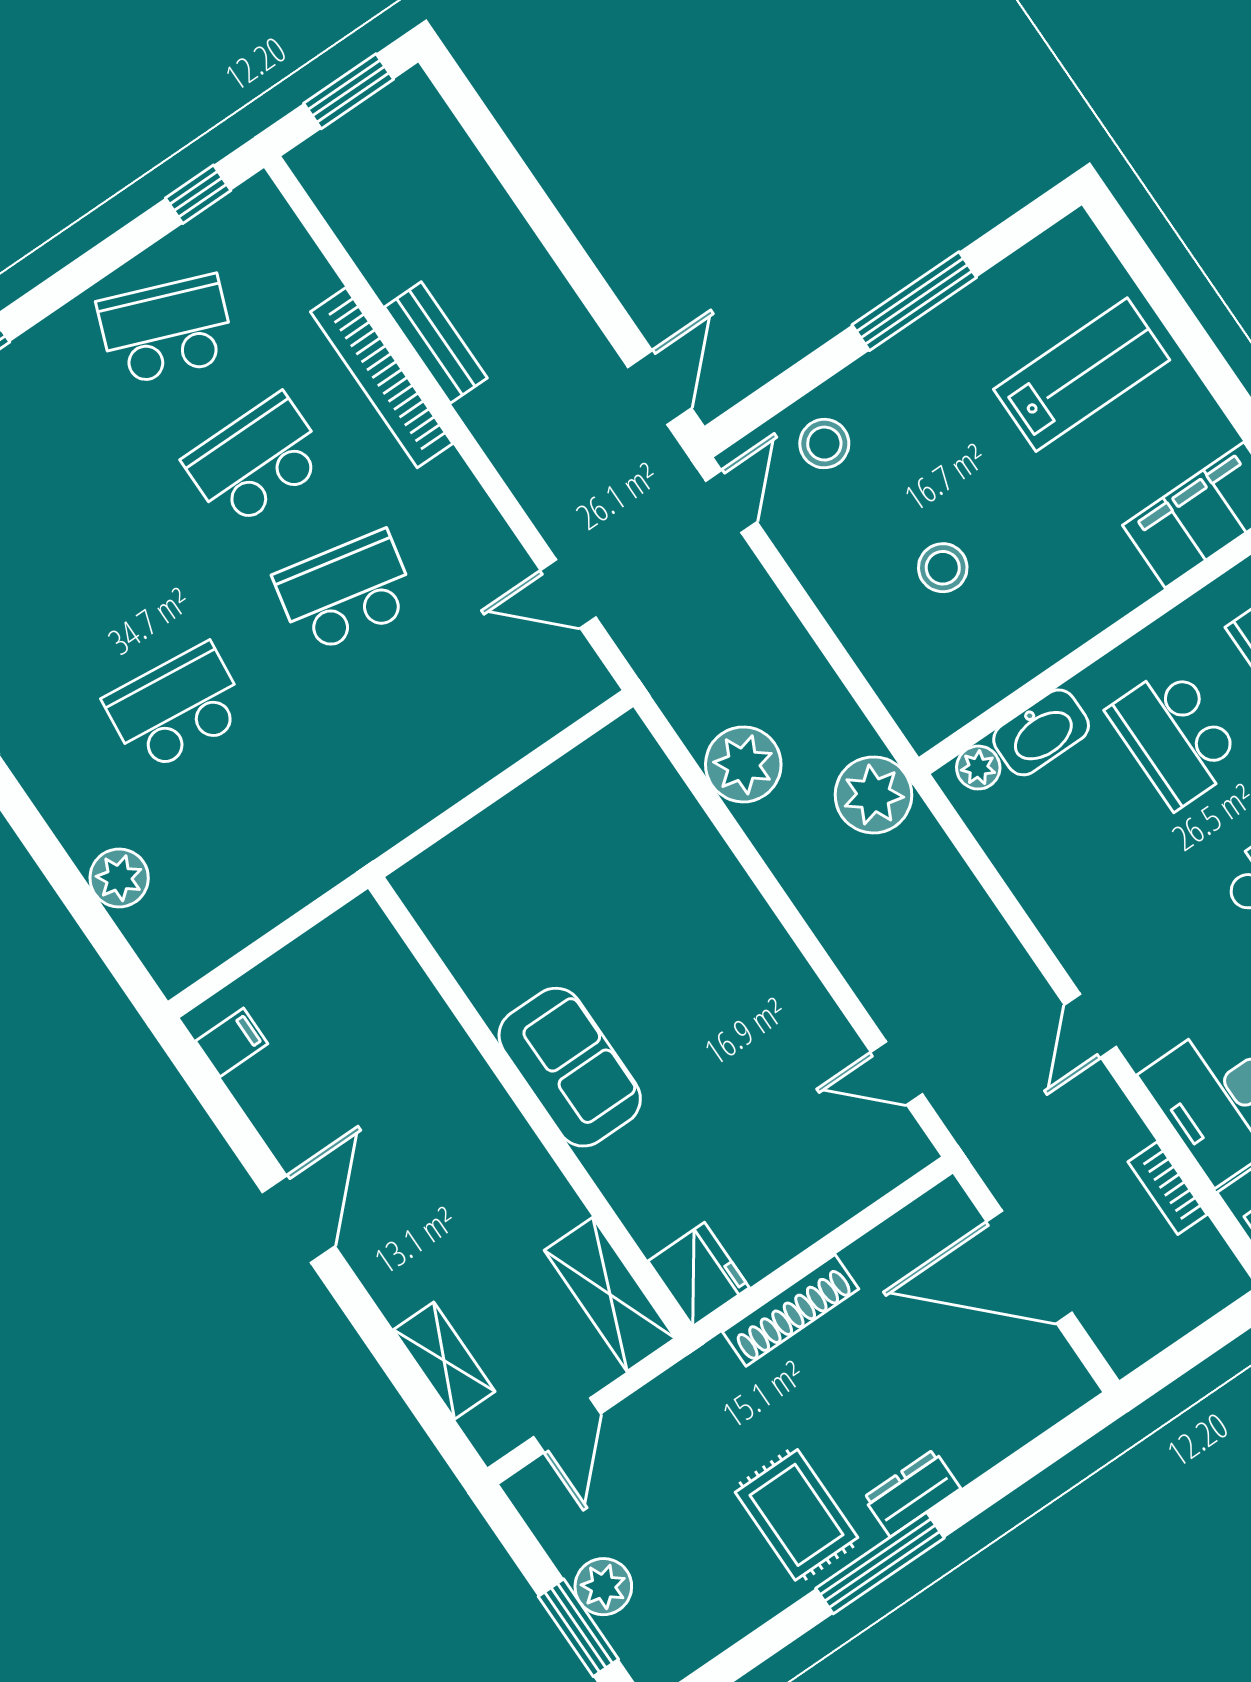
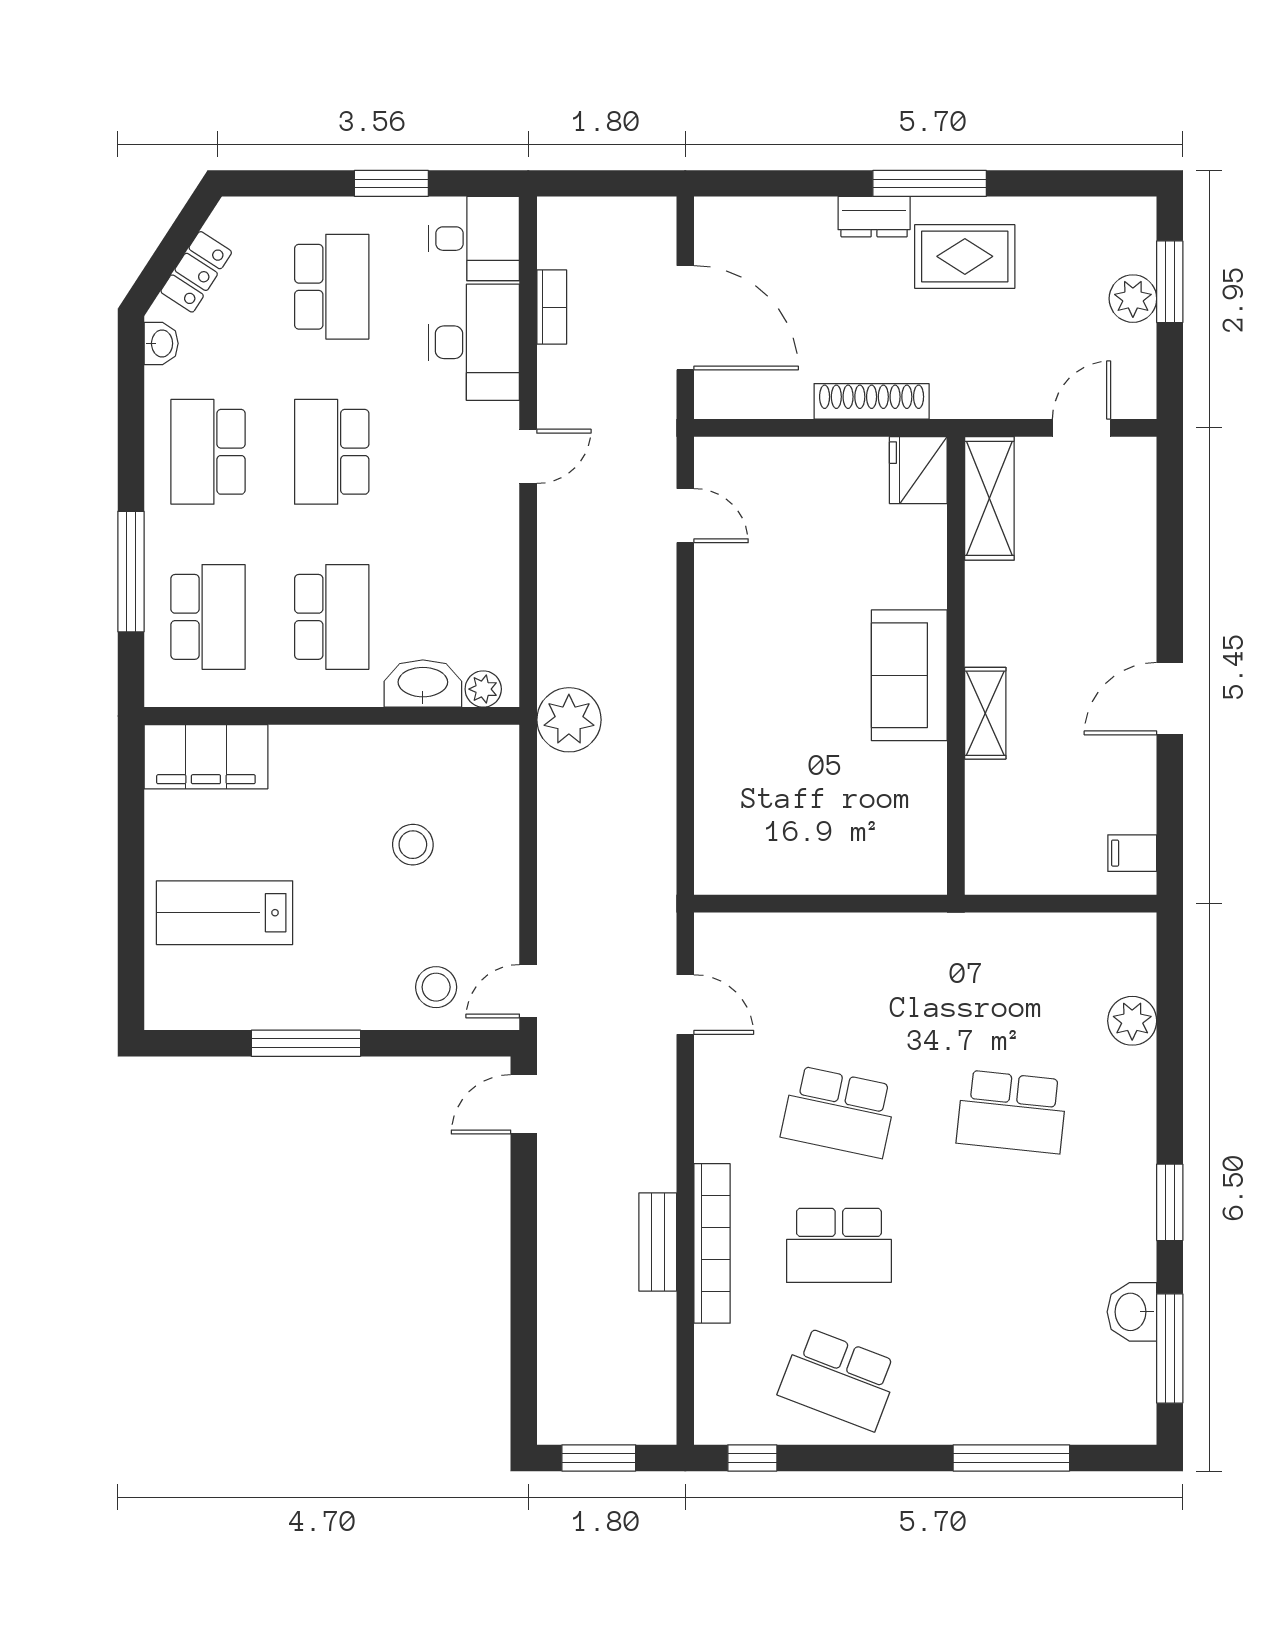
plant: (743, 764) -> (645, 803), removed
shelving: (444, 1361) -> (985, 713), moved
rug: (796, 1515) -> (965, 256), turned 90

